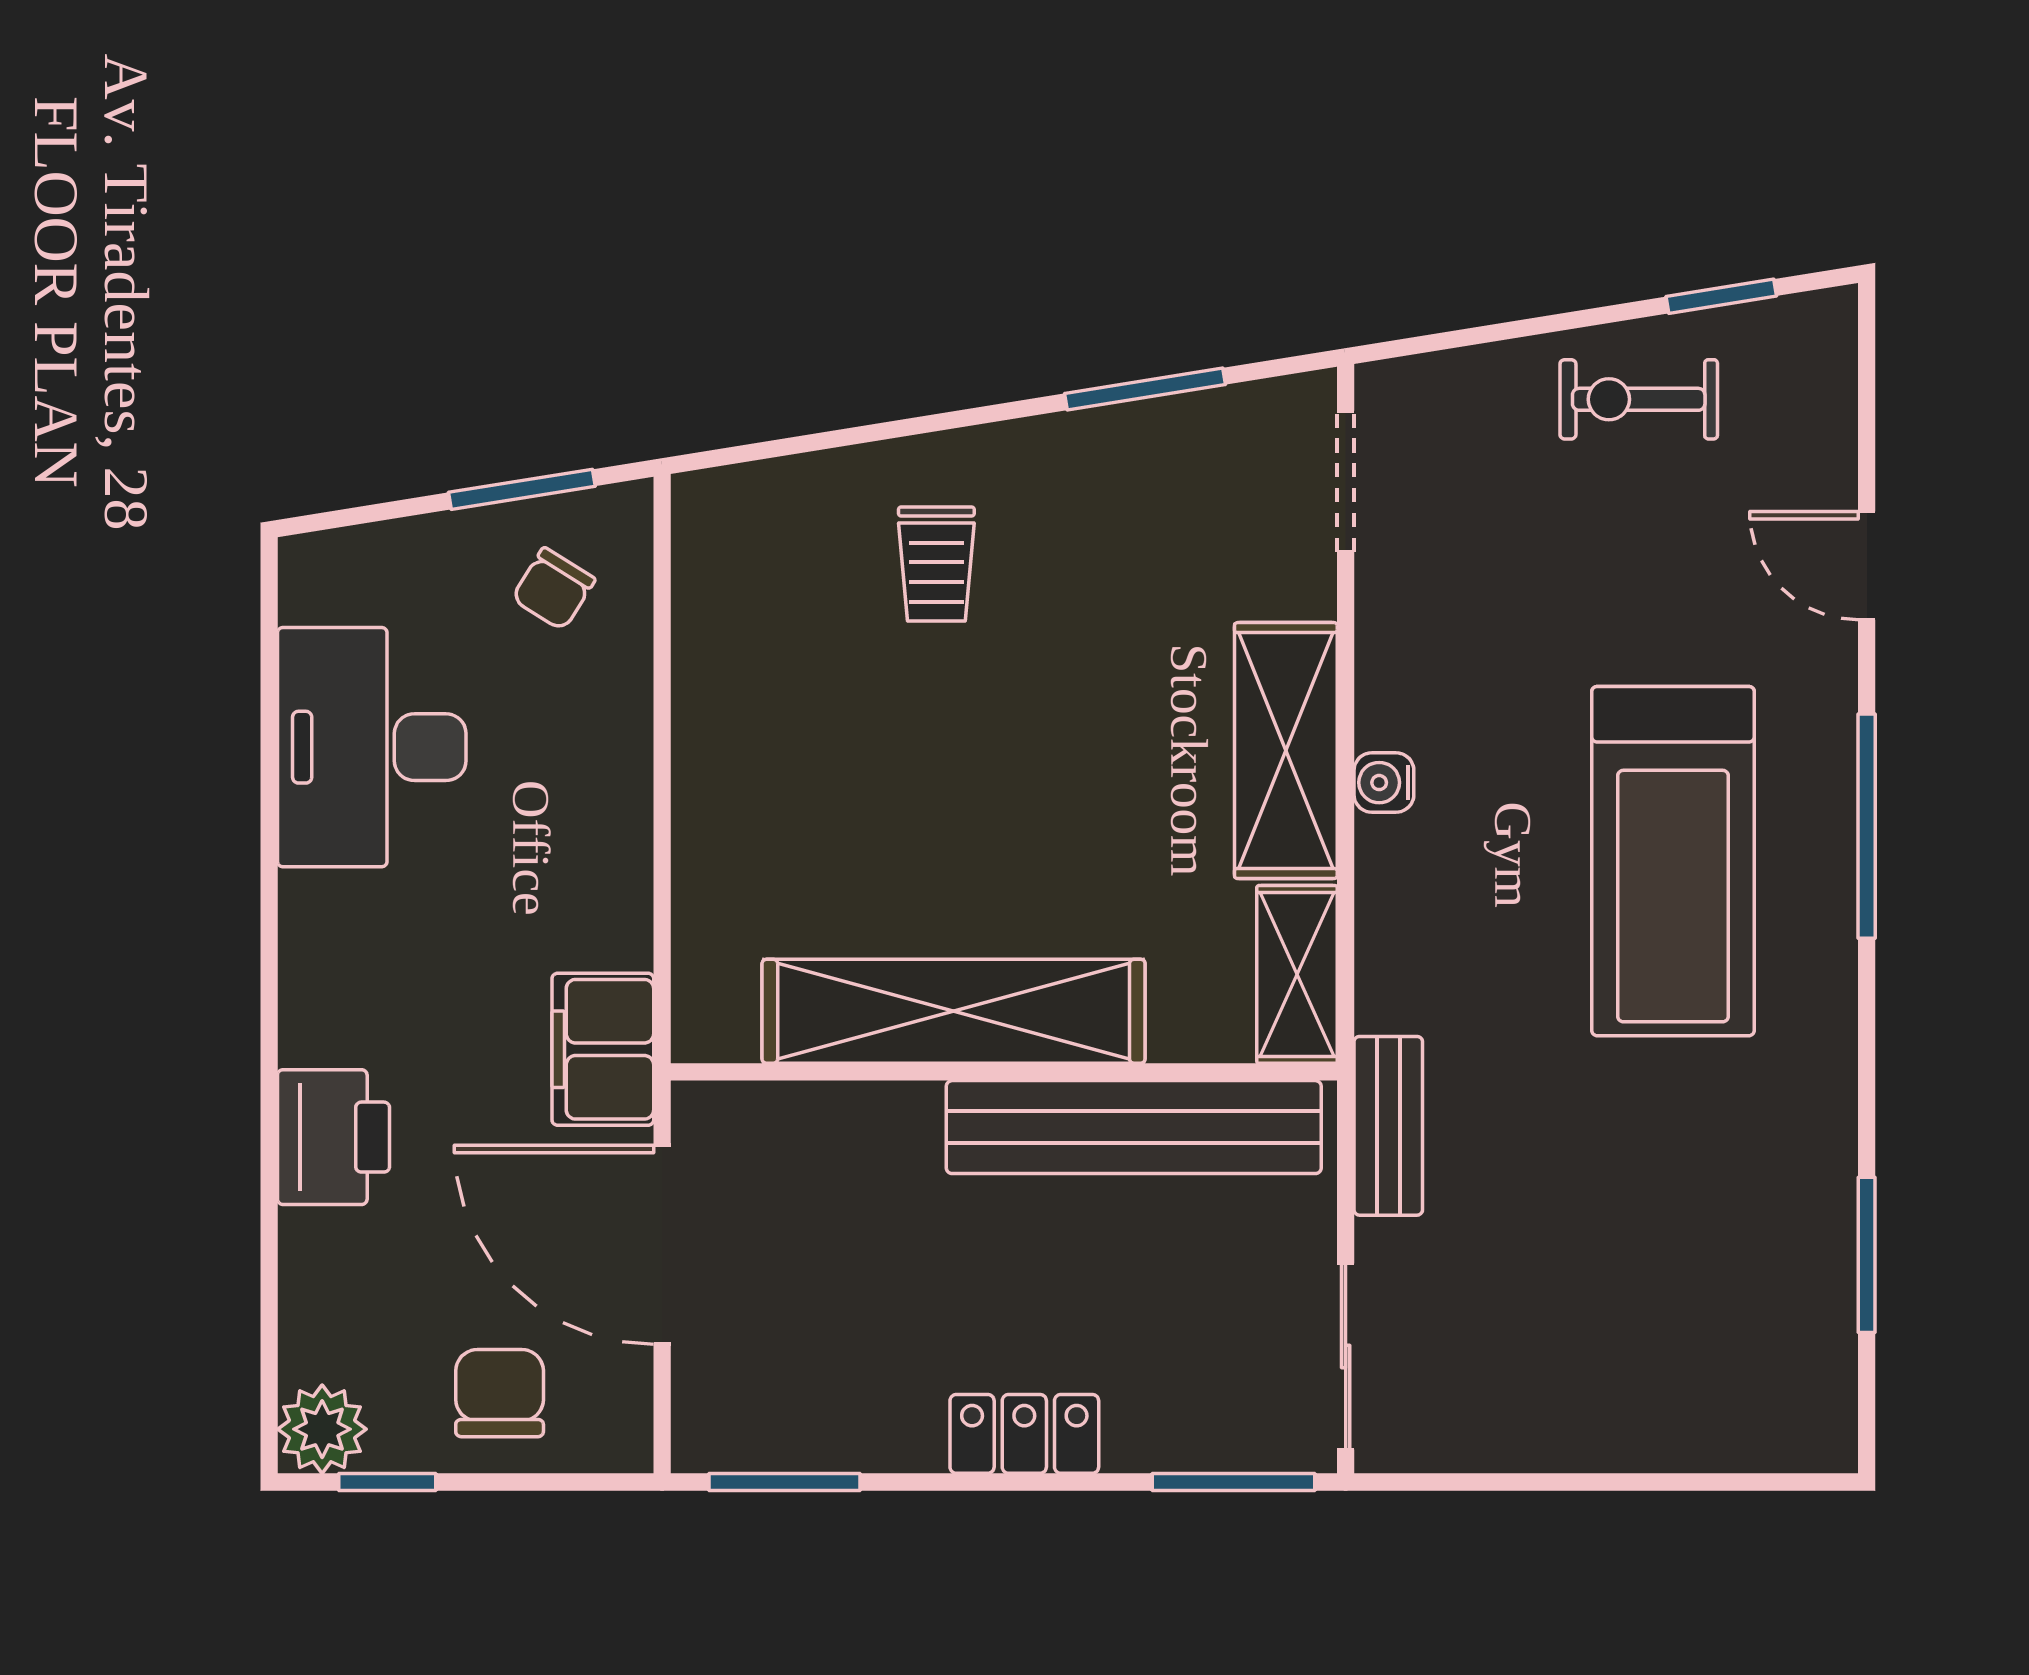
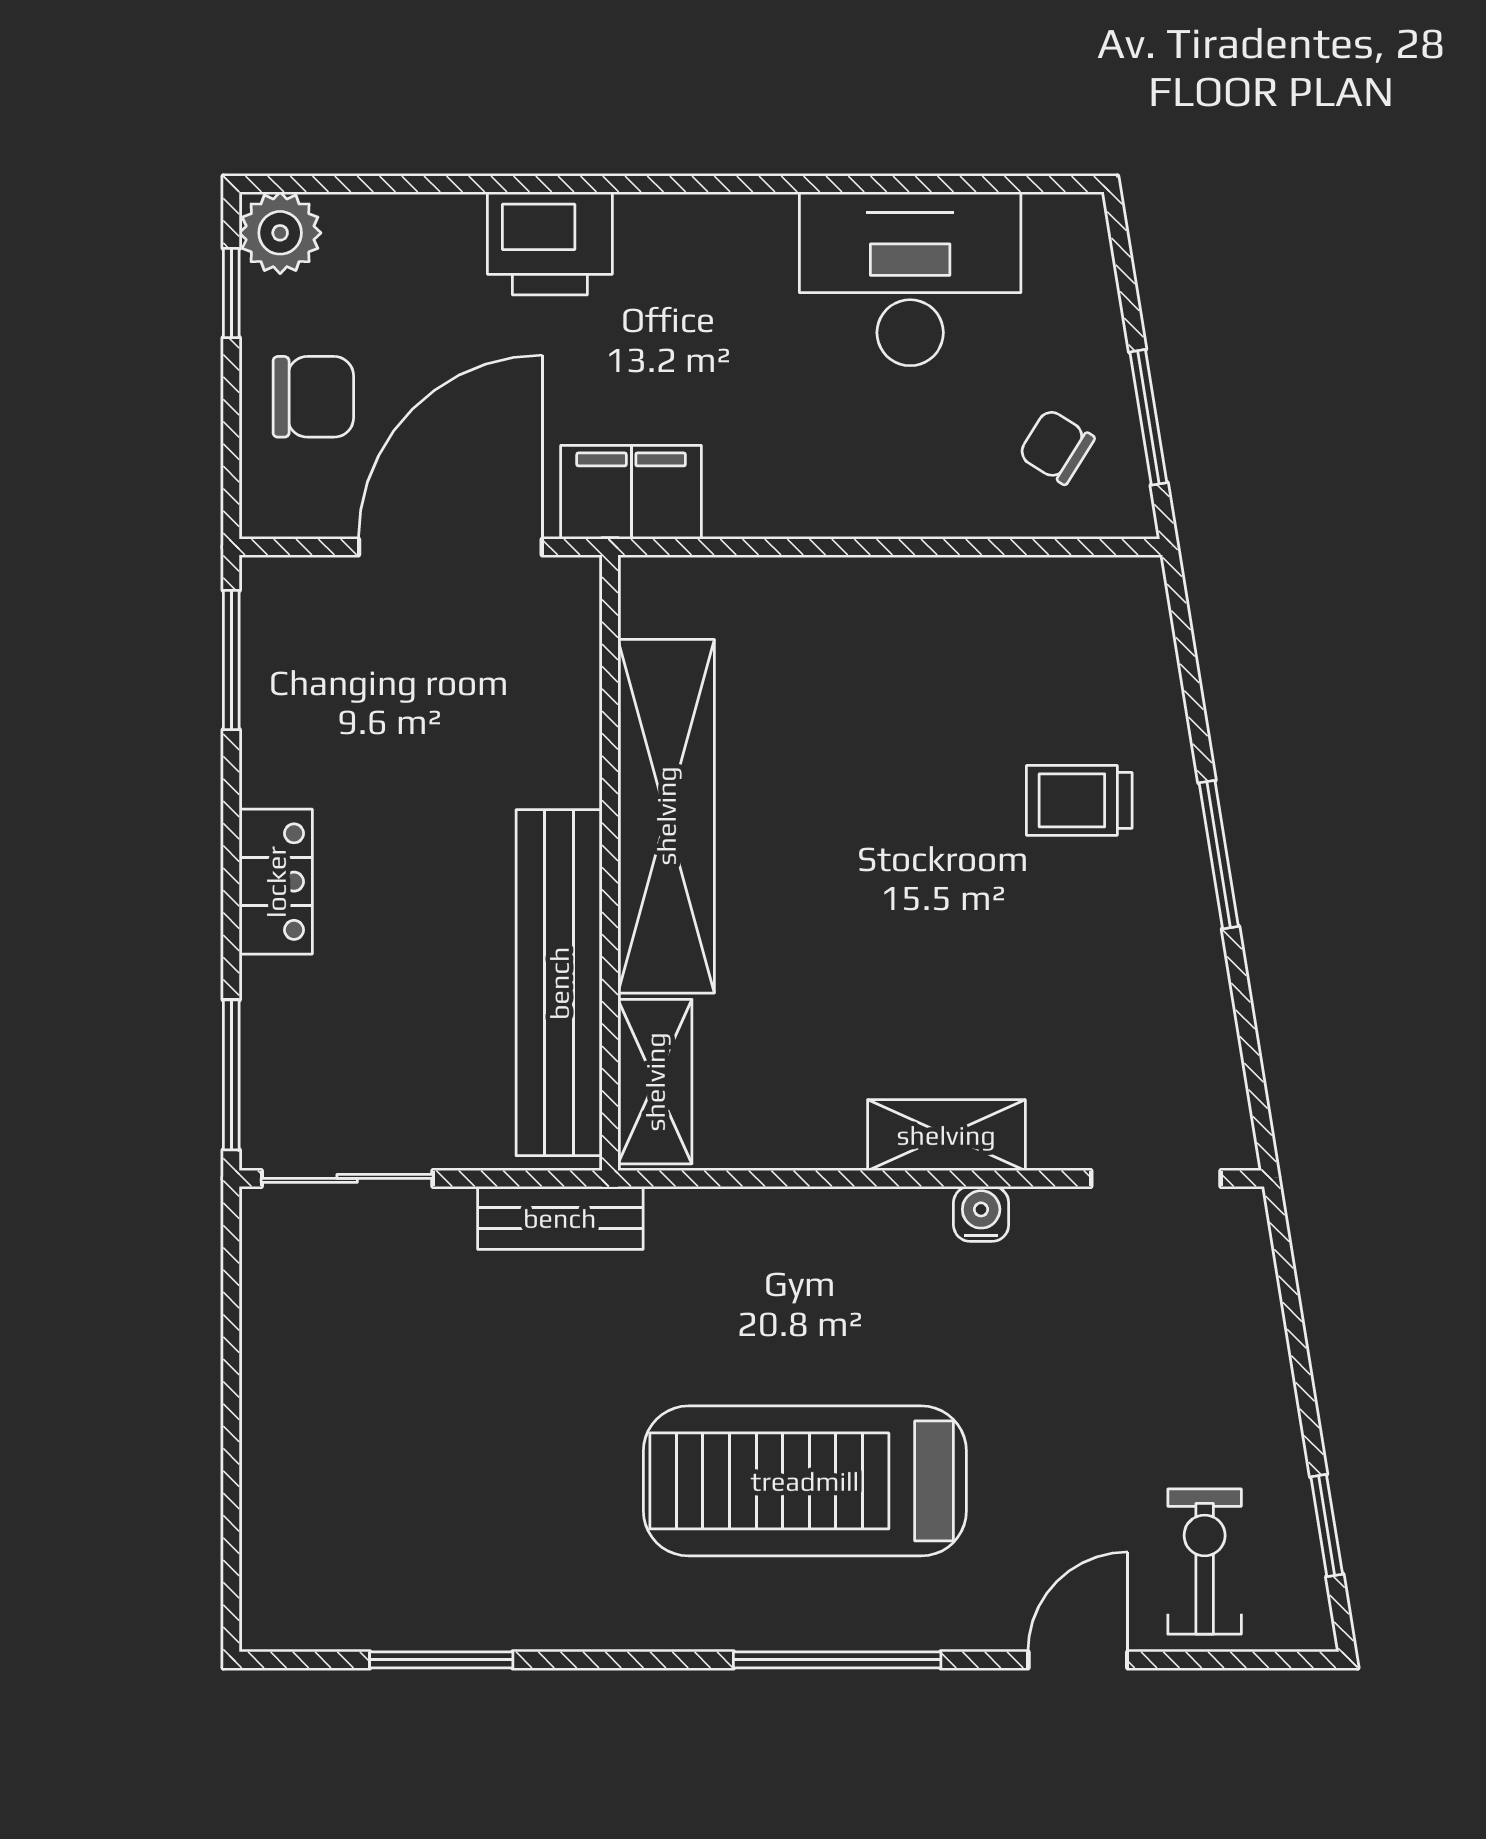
window: (1145, 389) -> (1219, 855), moved
exercise bike: (1639, 399) -> (1205, 1562), moved
shelving: (1286, 751) -> (946, 1135), width x0.67, depth x0.75
water cooler: (1384, 783) -> (981, 1214), moved
shelving: (1297, 974) -> (655, 1082), moved, turned 90

